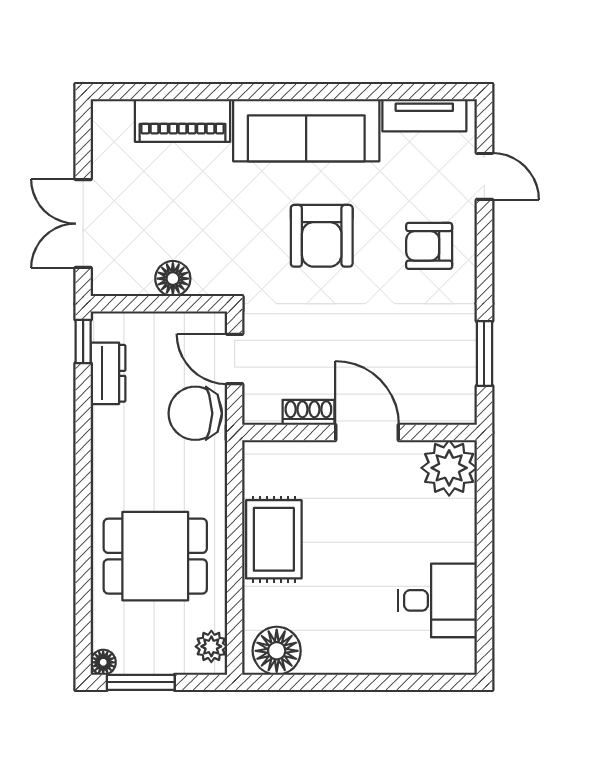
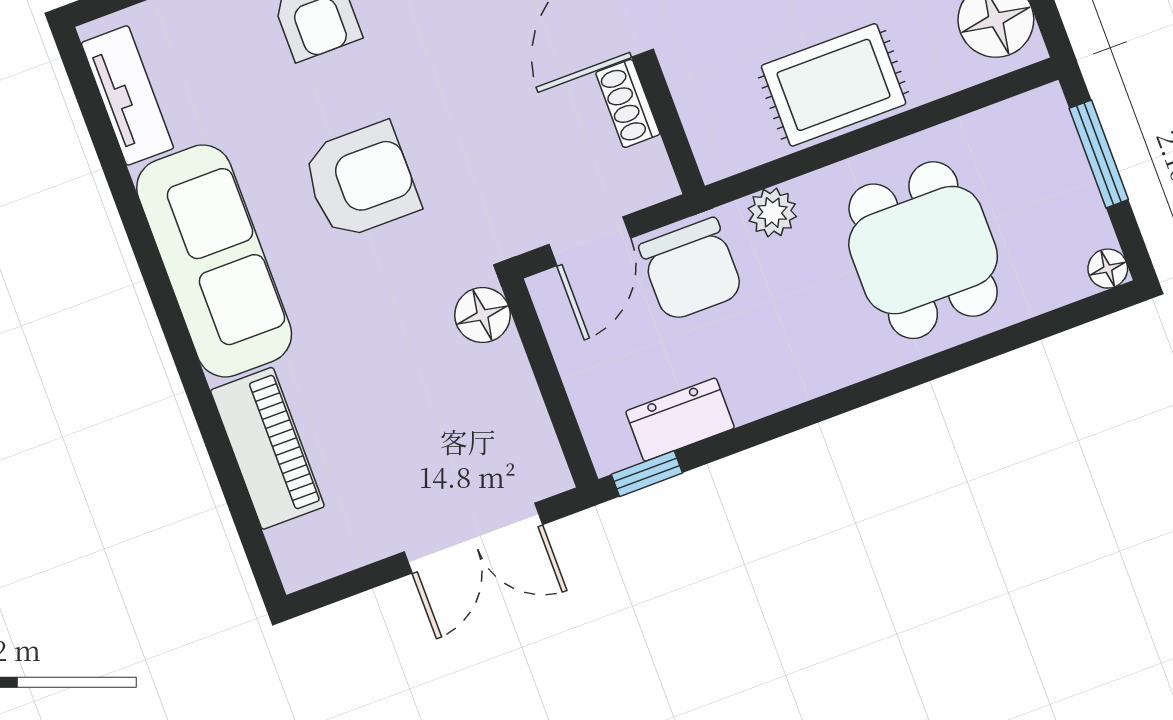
floor lamp: (173, 279) -> (482, 315), moved
plant: (211, 646) -> (772, 212), moved
window: (141, 682) -> (1099, 154), moved

